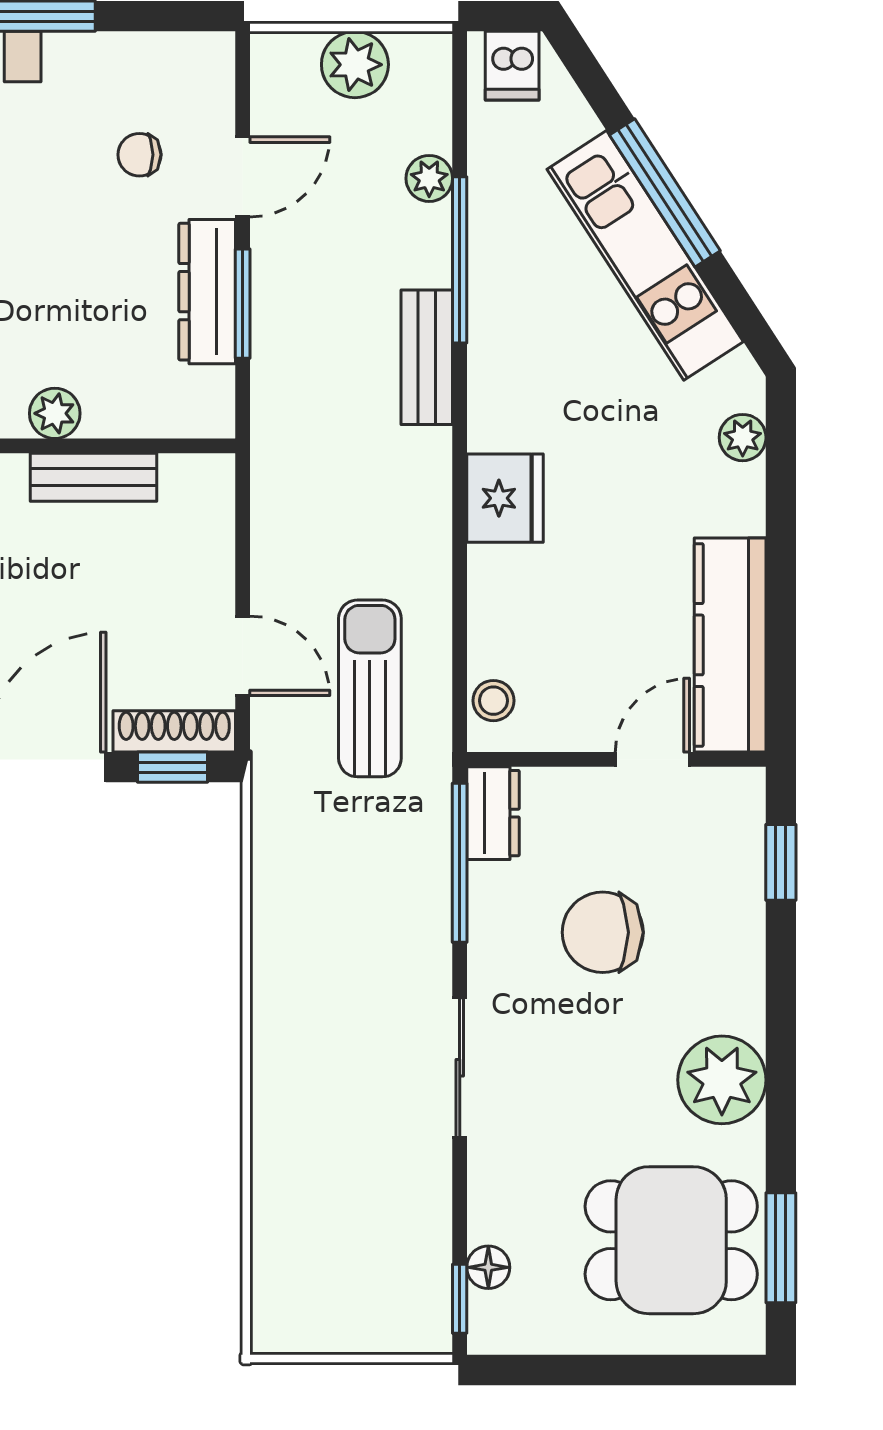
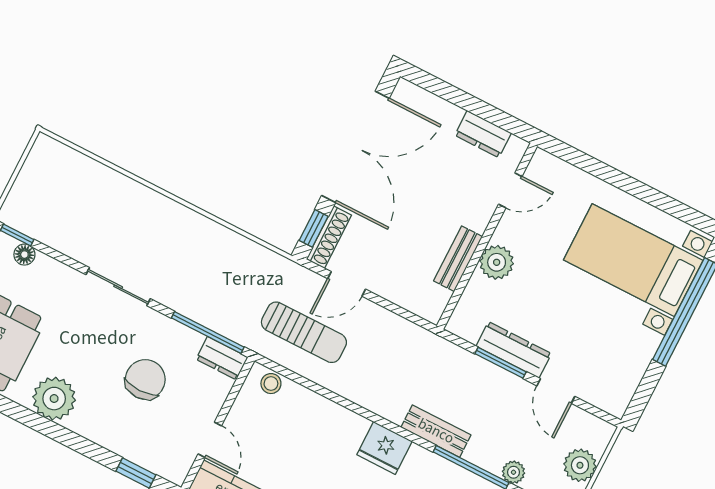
chair: (139, 155) -> (589, 351), removed
plant: (55, 413) -> (497, 262), width x1.38, depth x1.38
fridge: (505, 498) -> (384, 448), moved

